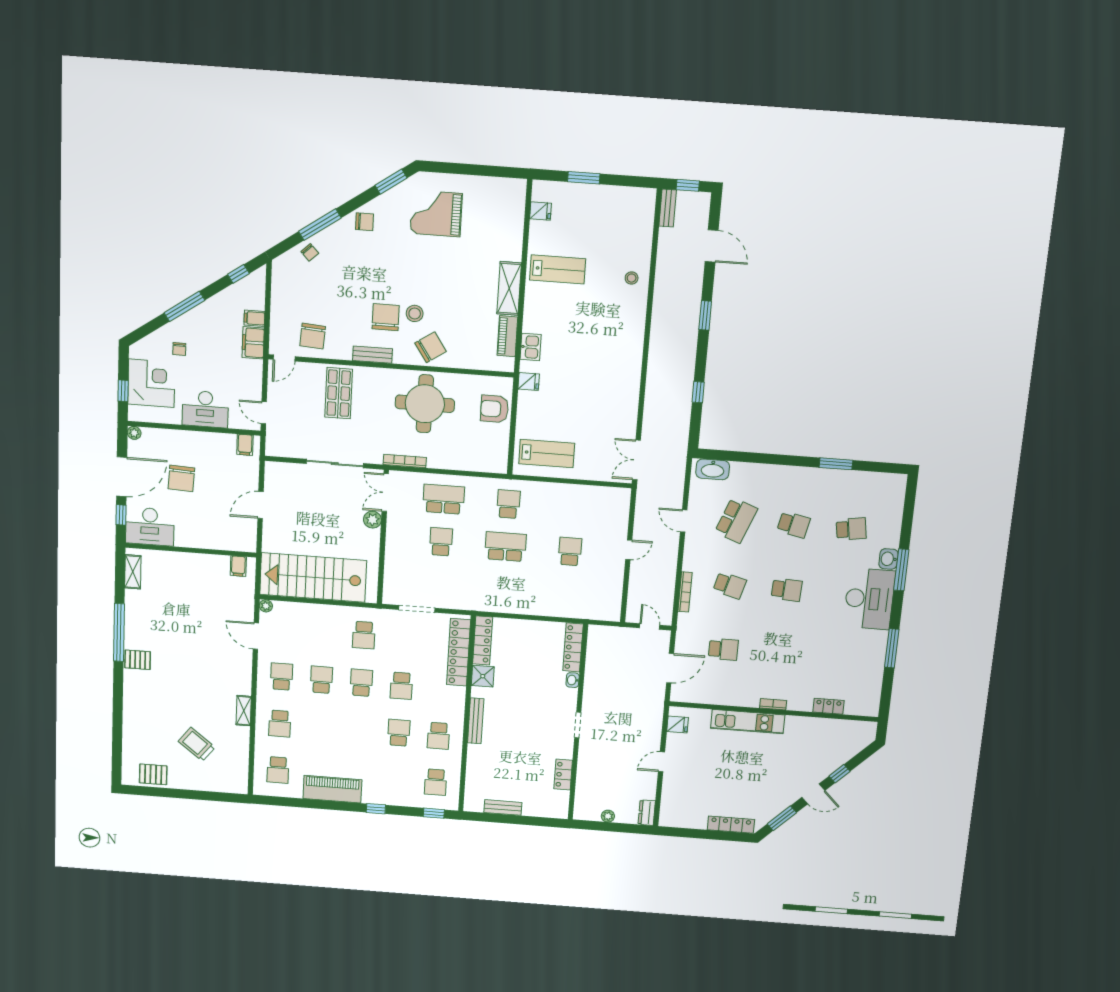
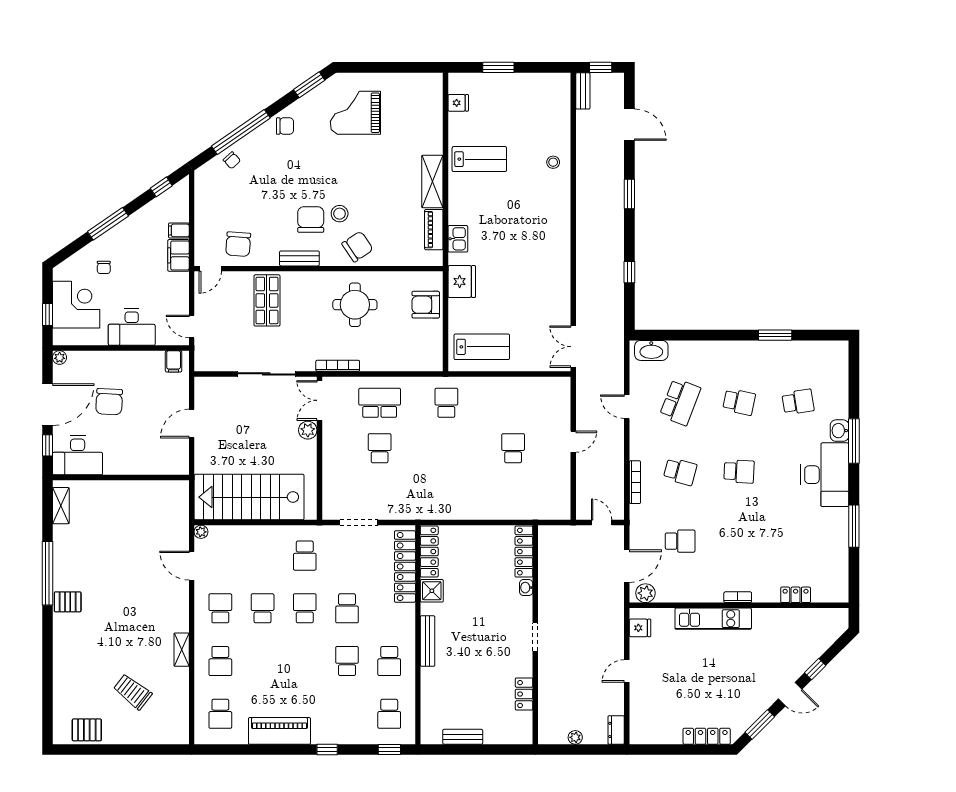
window: (320, 225) -> (241, 132), width x1.46
fridge: (529, 381) -> (462, 282), width x1.88, depth x1.34
round table: (425, 404) -> (355, 305), width x0.73, depth x0.73
school desk: (505, 547) -> (446, 448), removed
filing cabinet: (238, 566) -> (171, 491), removed
plant: (686, 694) -> (645, 593), added

